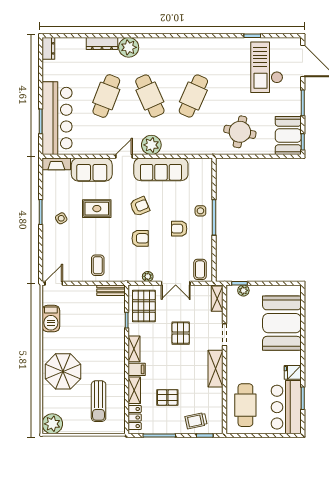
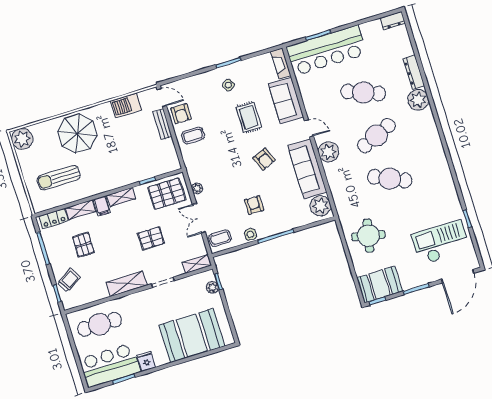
plant: (199, 168) -> (320, 206), added
side table: (200, 211) -> (250, 234), moved
armchair: (140, 238) -> (181, 114), moved
bench: (111, 290) -> (162, 124), moved
trolley: (196, 421) -> (69, 280), turned 71

